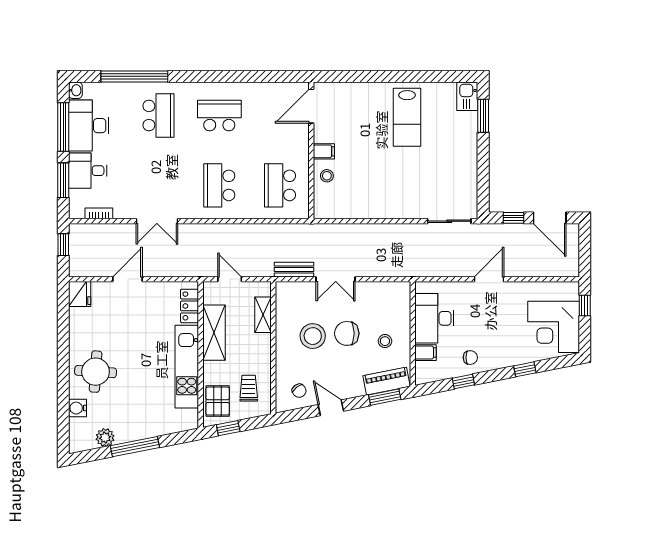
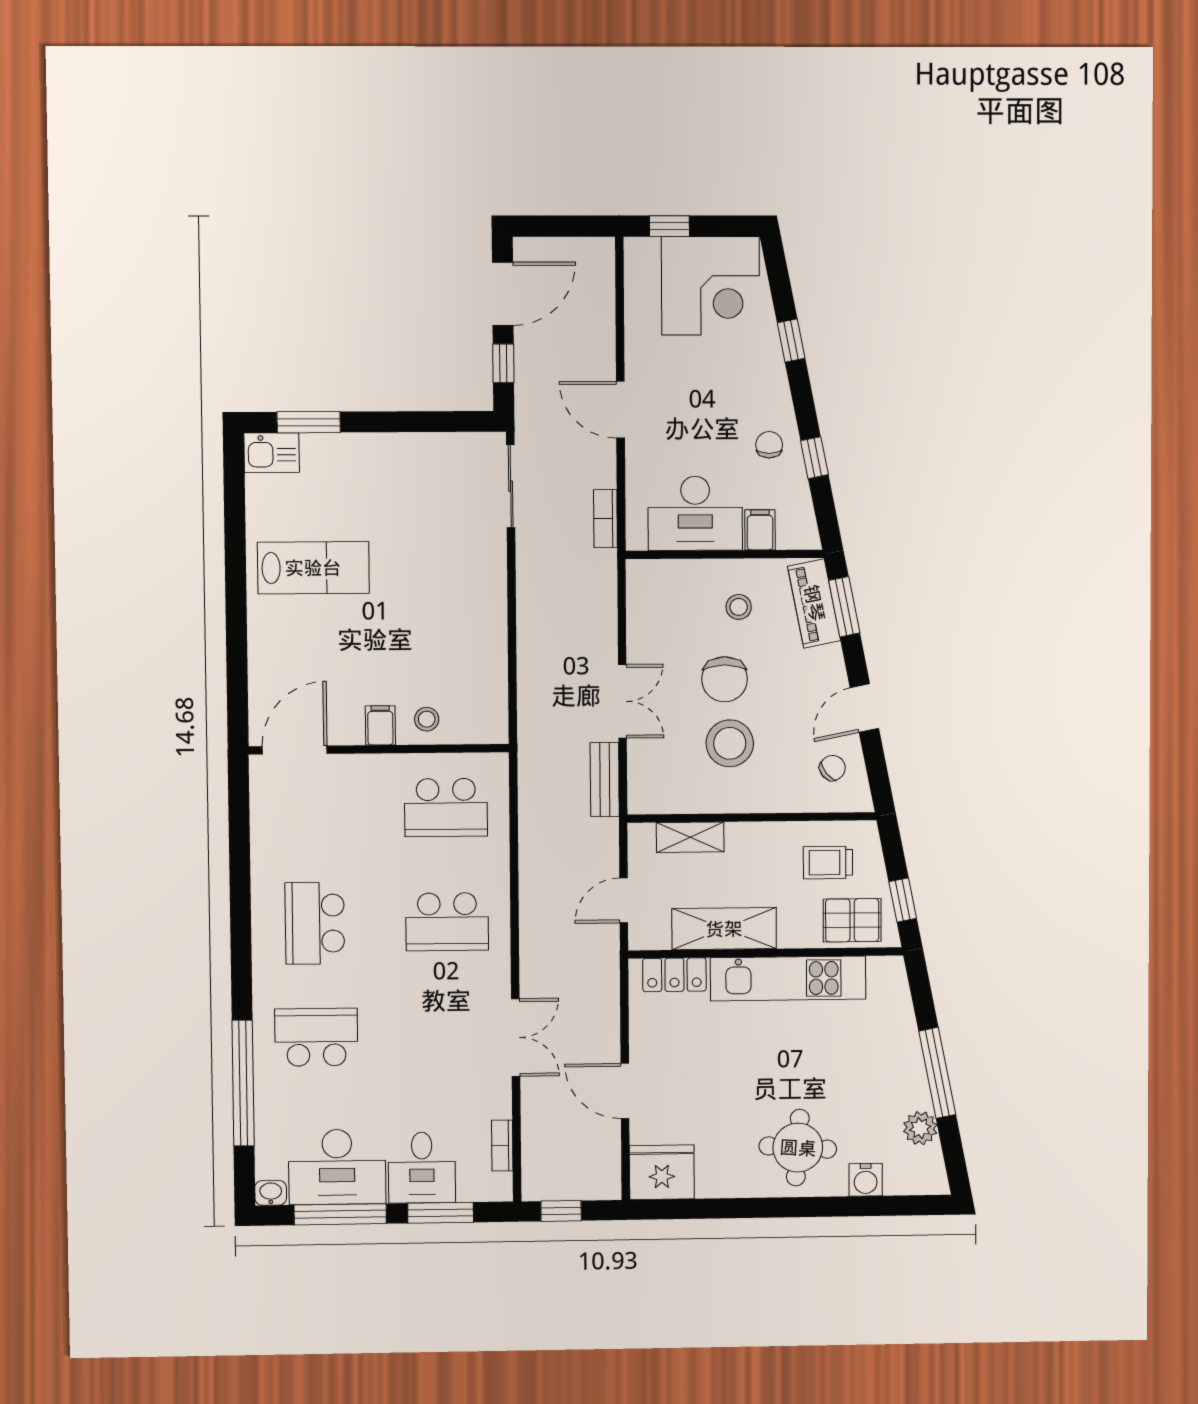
door: (311, 106) -> (295, 750), swing flipped
bookcase: (432, 271) -> (605, 519), added
fridge: (80, 294) -> (662, 1172), width x1.36, depth x1.34

